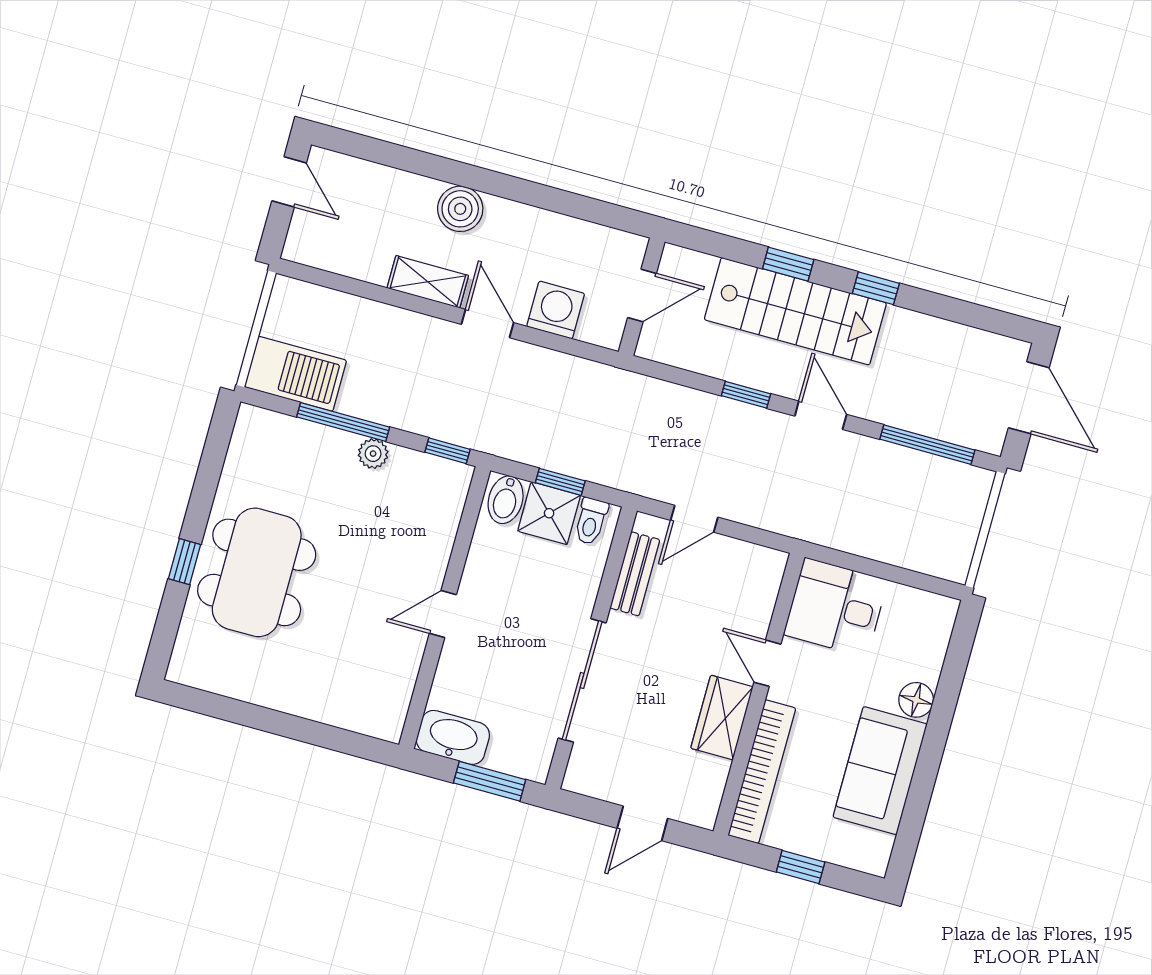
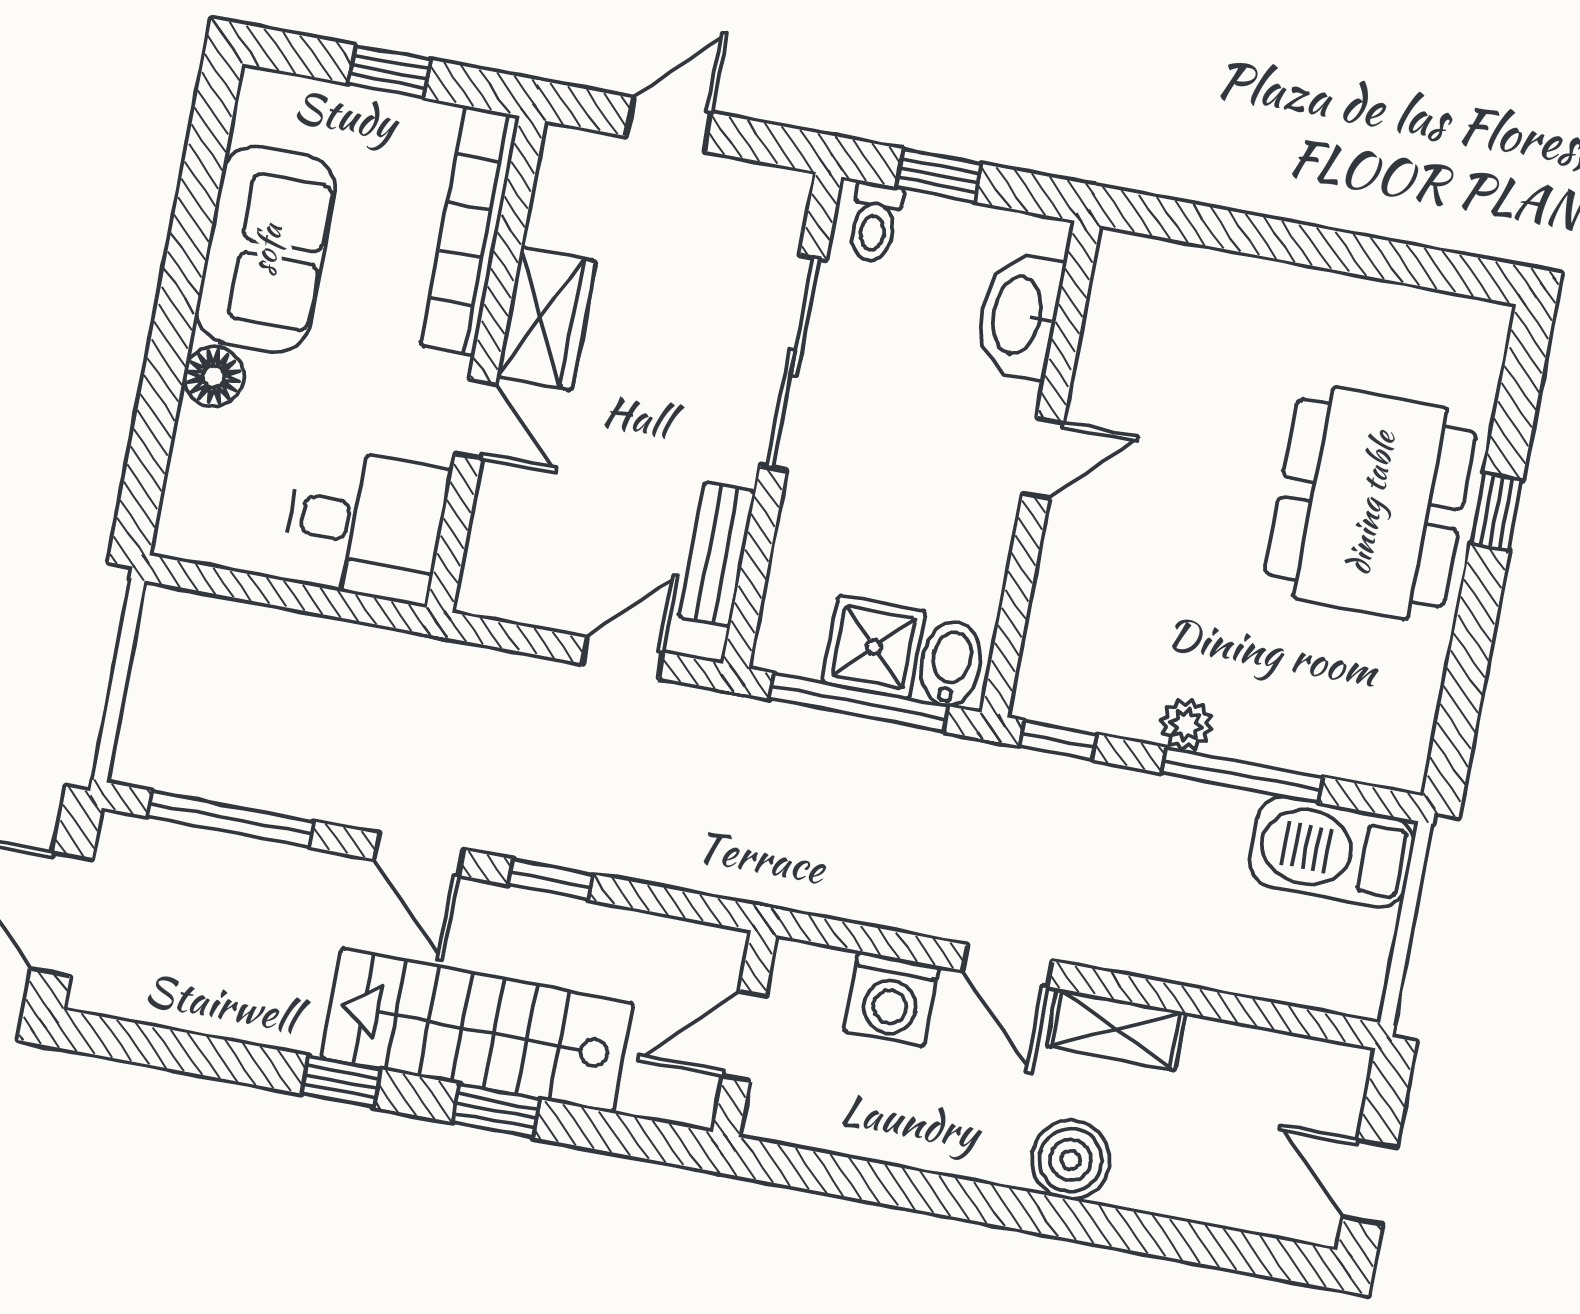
window: (560, 482) -> (859, 703), width x2.17
toilet: (591, 521) -> (874, 222), moved, turned 180
washbasin: (453, 737) -> (1019, 315), moved, turned 90
window: (490, 781) -> (939, 175), width x0.67

